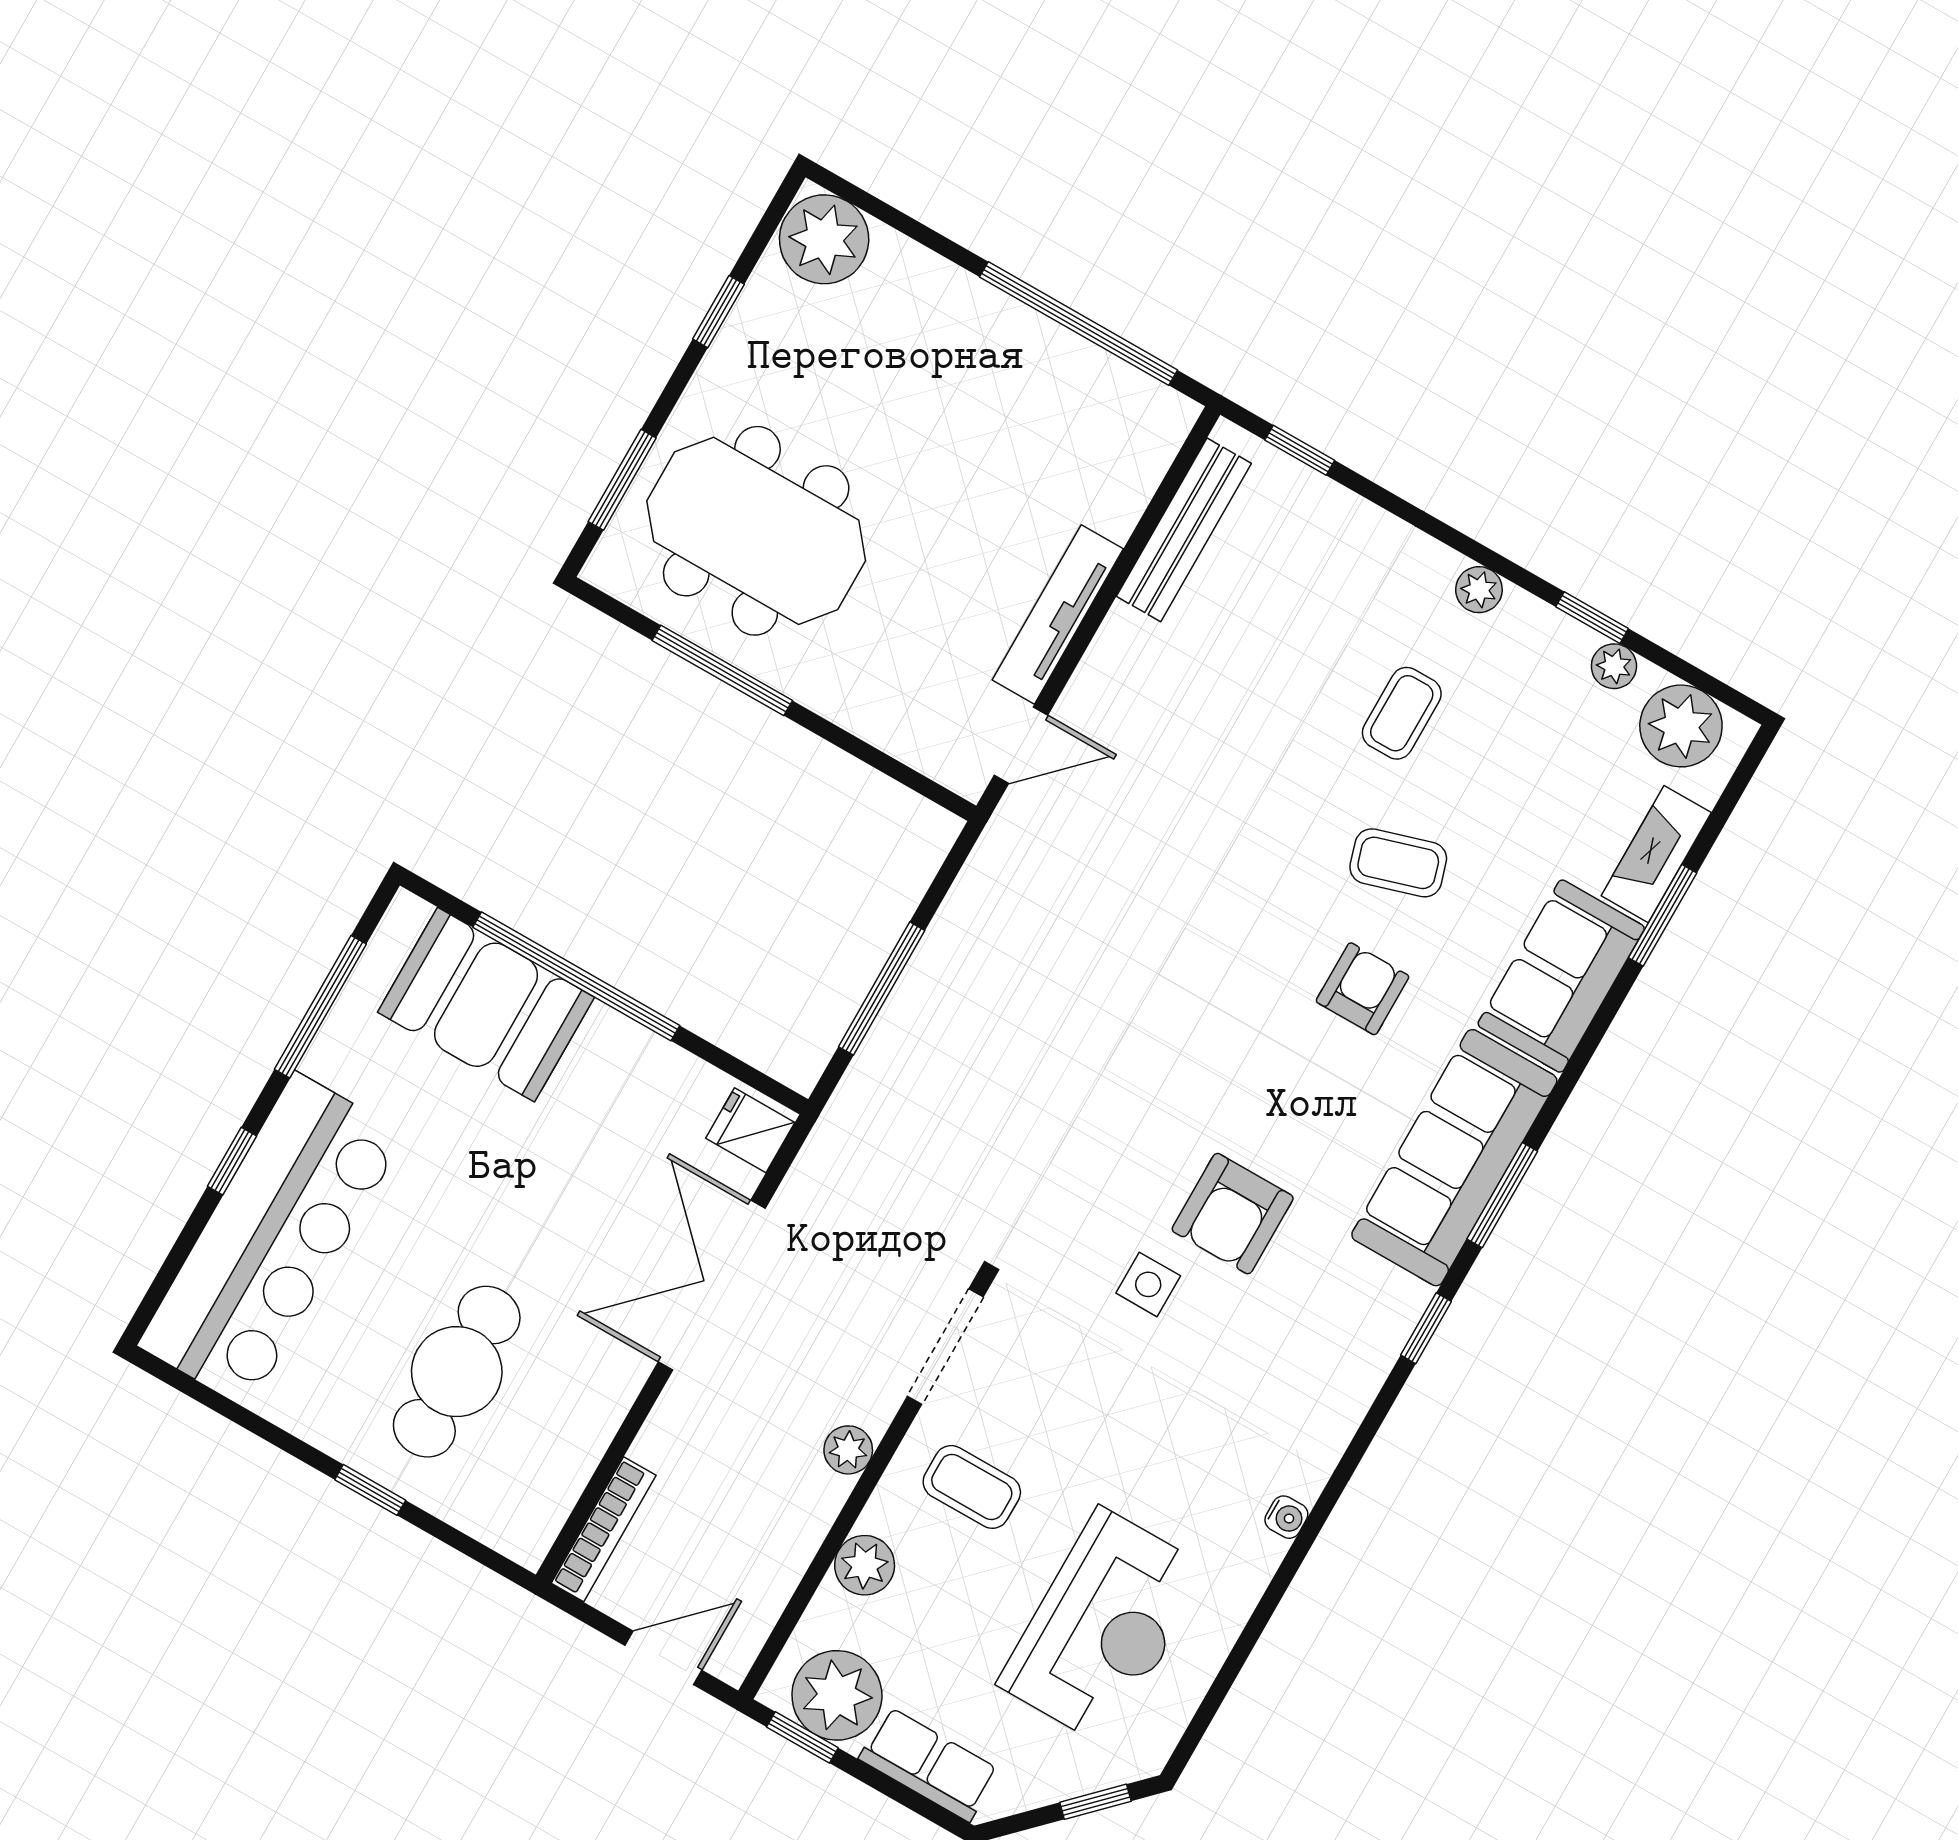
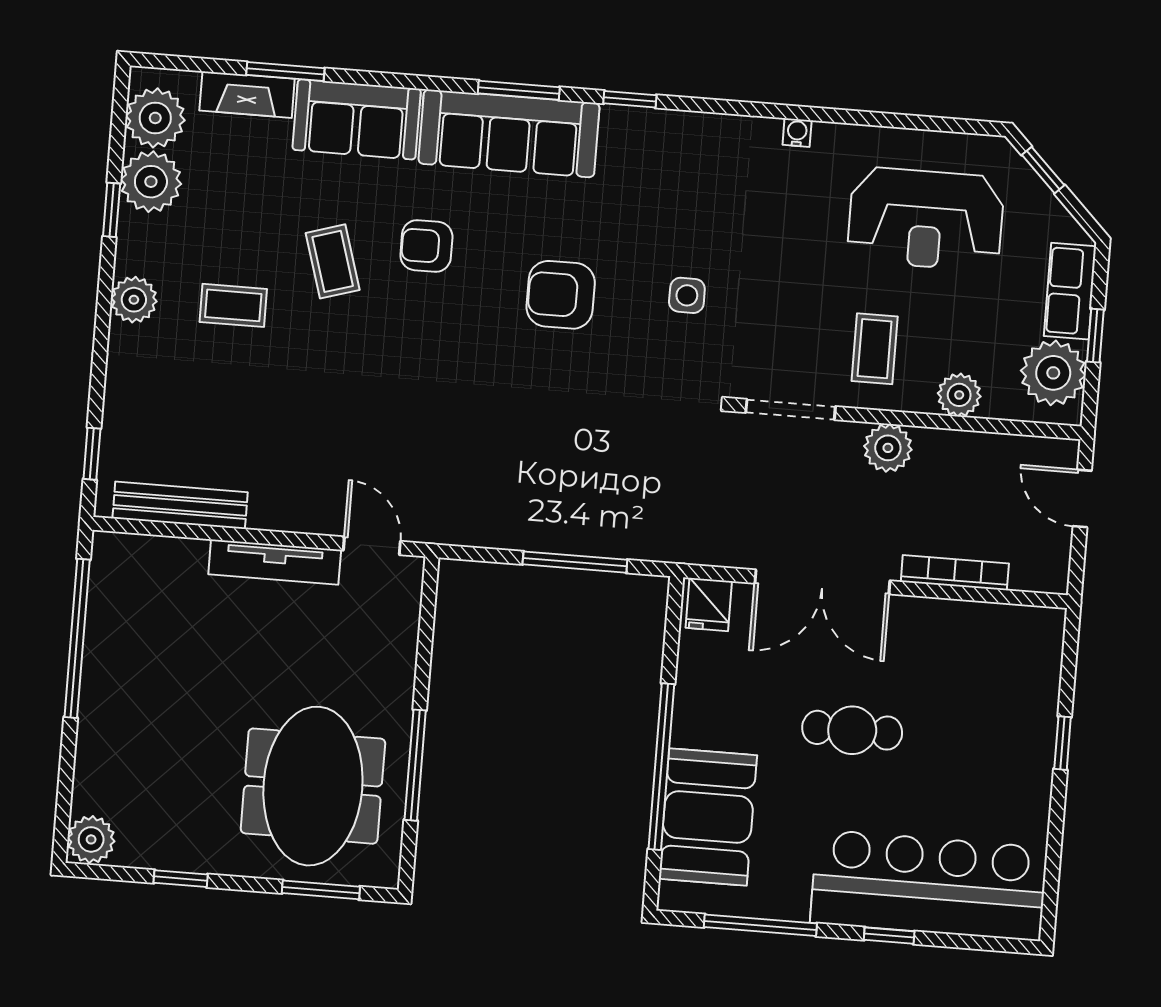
plant: (824, 239) -> (91, 839), width x0.73, depth x0.73
plant: (1479, 590) -> (134, 300), width x1.38, depth x1.38
plant: (1614, 666) -> (151, 182), width x1.88, depth x1.88
armchair: (1233, 1214) -> (561, 295), moved, turned 180
cafe table: (457, 1372) -> (852, 730), moved, width x0.73, depth x0.74
plant: (848, 1450) -> (888, 448), width x1.38, depth x1.38
bookcase: (604, 1529) -> (955, 573), moved
reception desk: (1103, 1627) -> (926, 219), turned 180
window: (802, 1737) -> (1095, 336), moved

